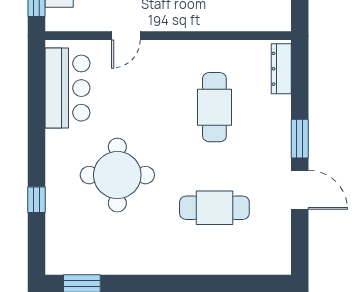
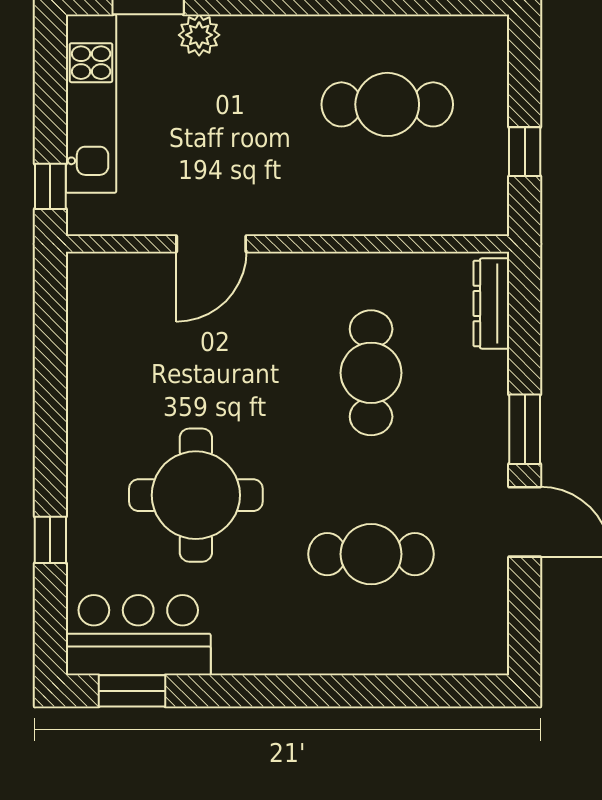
door: (126, 36) -> (211, 244), width x1.38
bar counter: (68, 88) -> (138, 635), moved, turned -90

